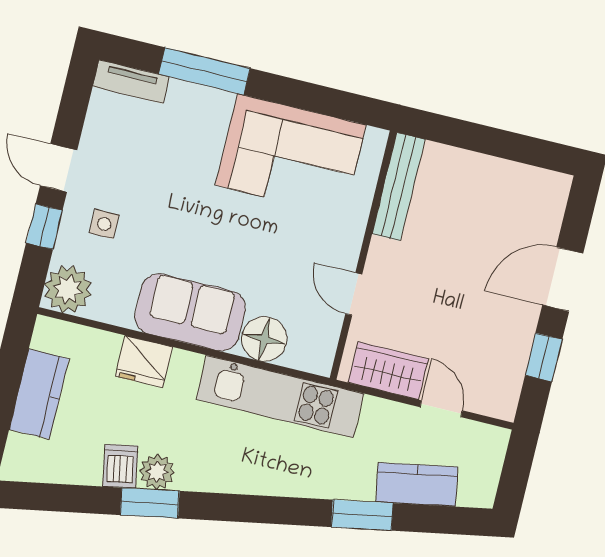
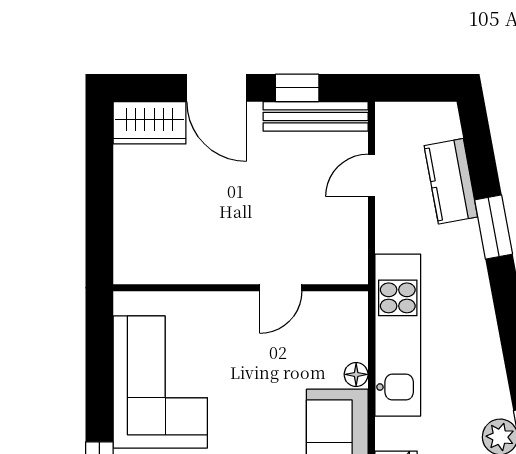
bench: (399, 187) -> (316, 116), moved
floor lamp: (264, 339) -> (356, 374), width x0.53, depth x0.53
wardrobe: (388, 371) -> (150, 123), moved, turned -90

